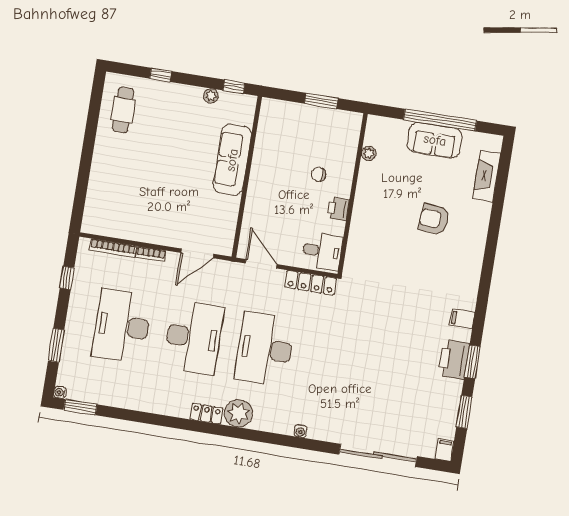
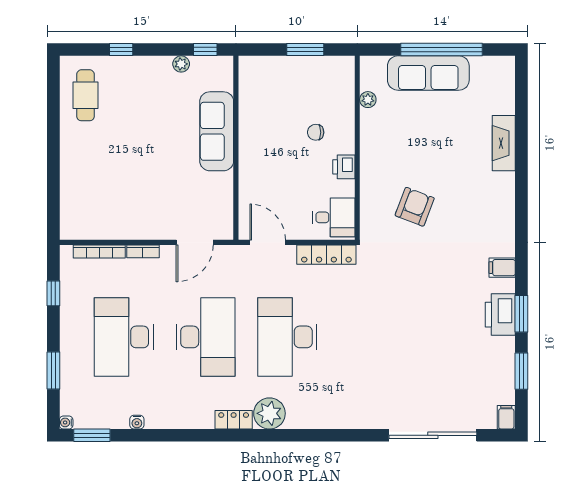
sofa: (435, 140) -> (428, 73), width x1.36
fireplace: (487, 176) -> (504, 143), moved
armchair: (434, 219) -> (415, 207), moved, turned 106
water cooler: (301, 431) -> (137, 422), moved

